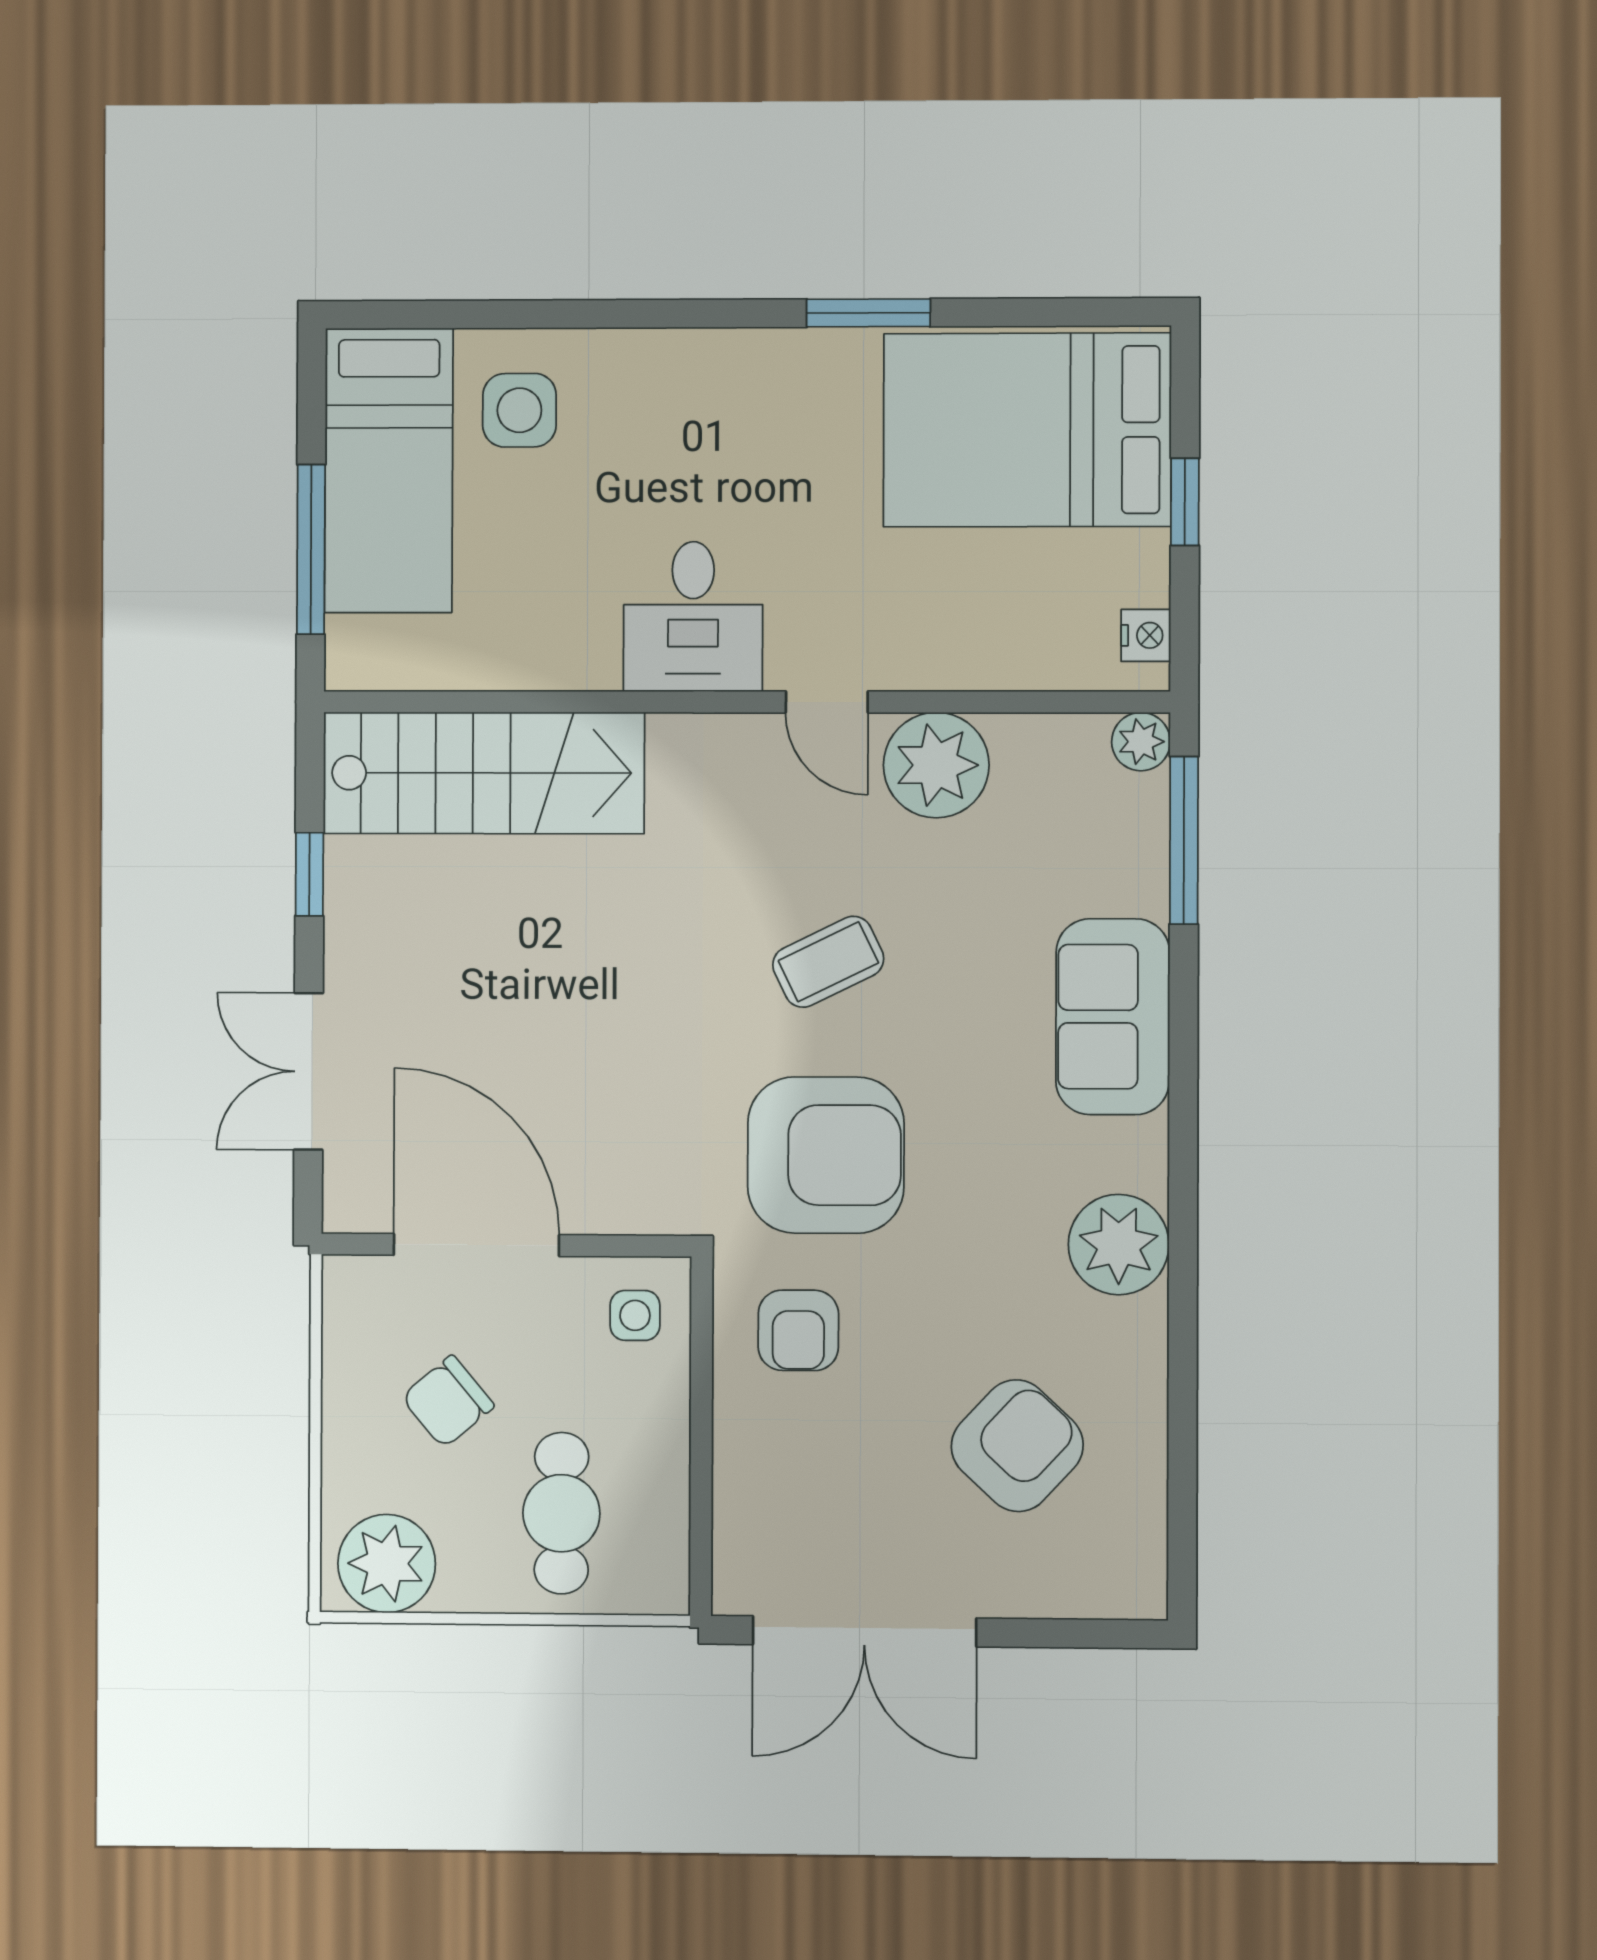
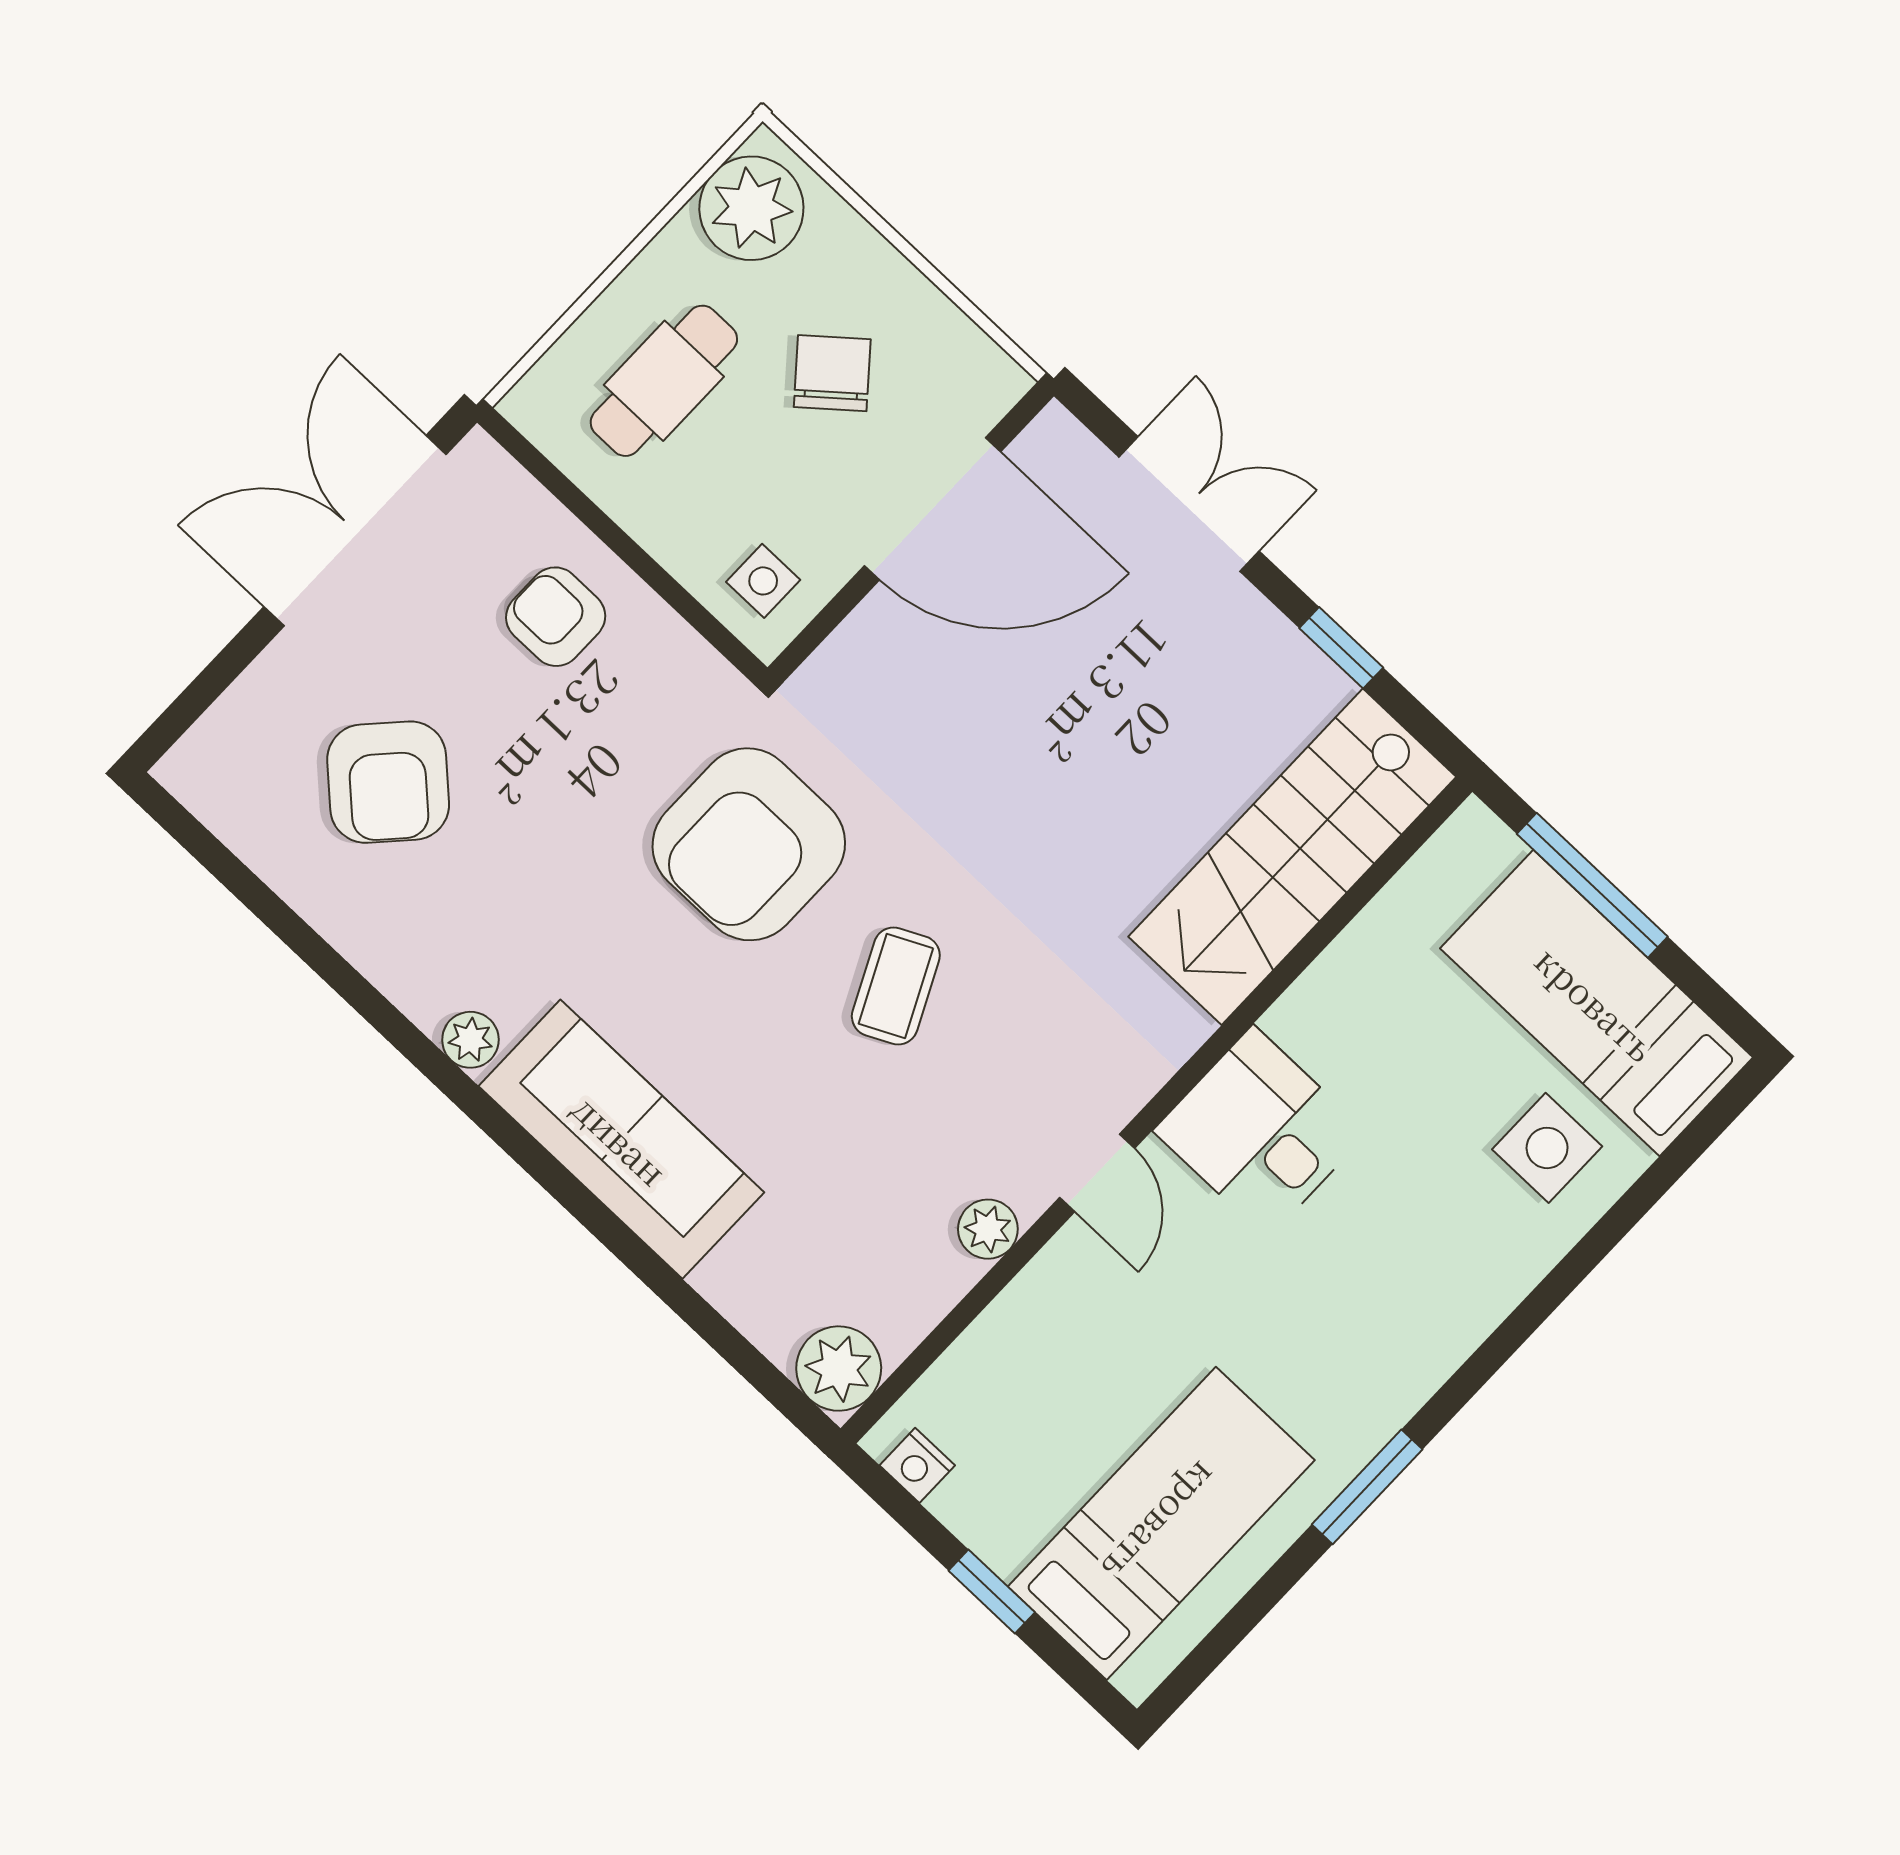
bed: (1027, 430) -> (1161, 1523), width x0.67
door: (827, 702) -> (1097, 1173), swing flipped
plant: (1141, 742) -> (839, 1369), width x1.38, depth x1.38
plant: (936, 765) -> (988, 1229), width x0.53, depth x0.53
window: (1184, 840) -> (733, 1346), removed
sofa: (1113, 1017) -> (621, 1139), width x1.36
plant: (1119, 1245) -> (470, 1040), width x0.53, depth x0.53
armchair: (798, 1330) -> (556, 617), moved
cafe table: (561, 1513) -> (664, 381), turned 90

